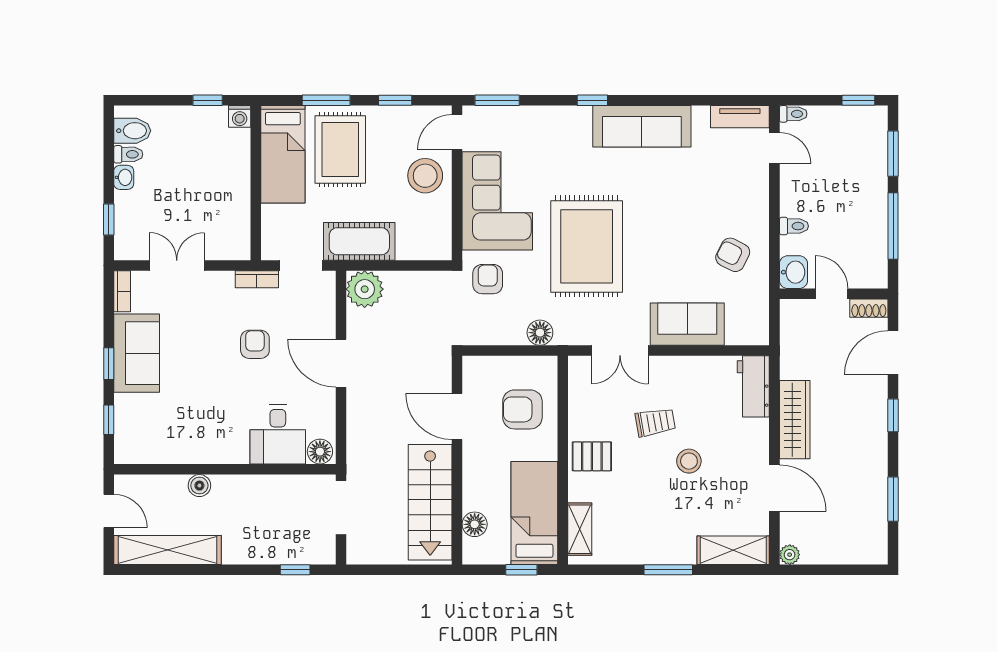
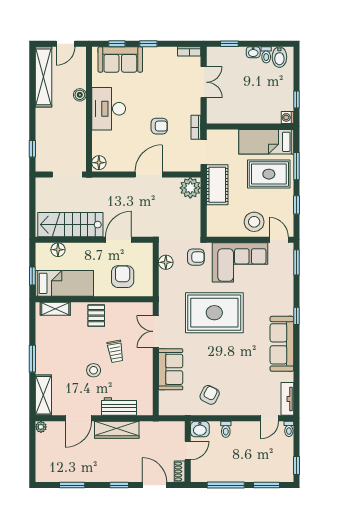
floor lamp: (540, 333) -> (166, 262), moved
sofa: (137, 353) -> (120, 59), moved
workbench: (753, 386) -> (119, 406), moved
desk: (278, 434) -> (109, 109), moved, width x1.37

